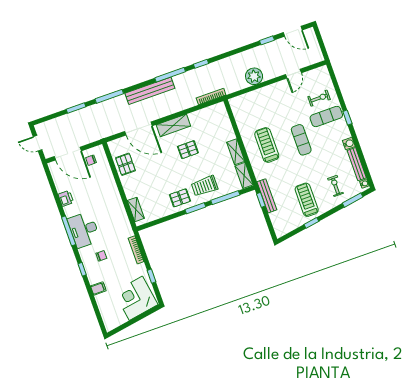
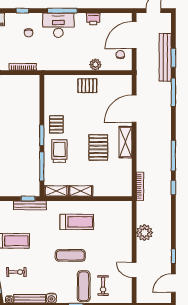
bench: (150, 91) -> (165, 57), moved
pallet: (188, 150) -> (98, 147), width x1.50, depth x1.42
pallet: (125, 164) -> (87, 86), moved
plant: (109, 181) -> (95, 65), added
shelving: (136, 209) -> (60, 80), removed

